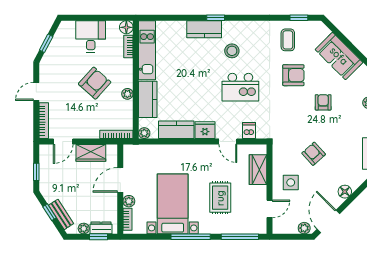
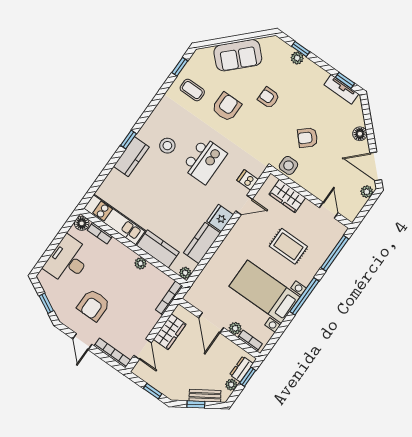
desk: (91, 37) -> (68, 260), width x1.37
armchair: (95, 83) -> (93, 305), moved, turned -132
side table: (291, 182) -> (288, 165), moved

